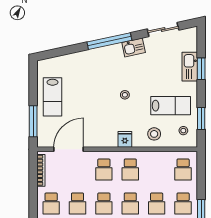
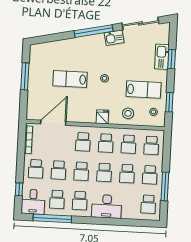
sliding door: (163, 29) -> (141, 23), width x1.37
lab bench: (53, 97) -> (70, 79), moved, turned 90
window: (33, 121) -> (25, 76), moved
school desk: (157, 169) -> (129, 144), added

